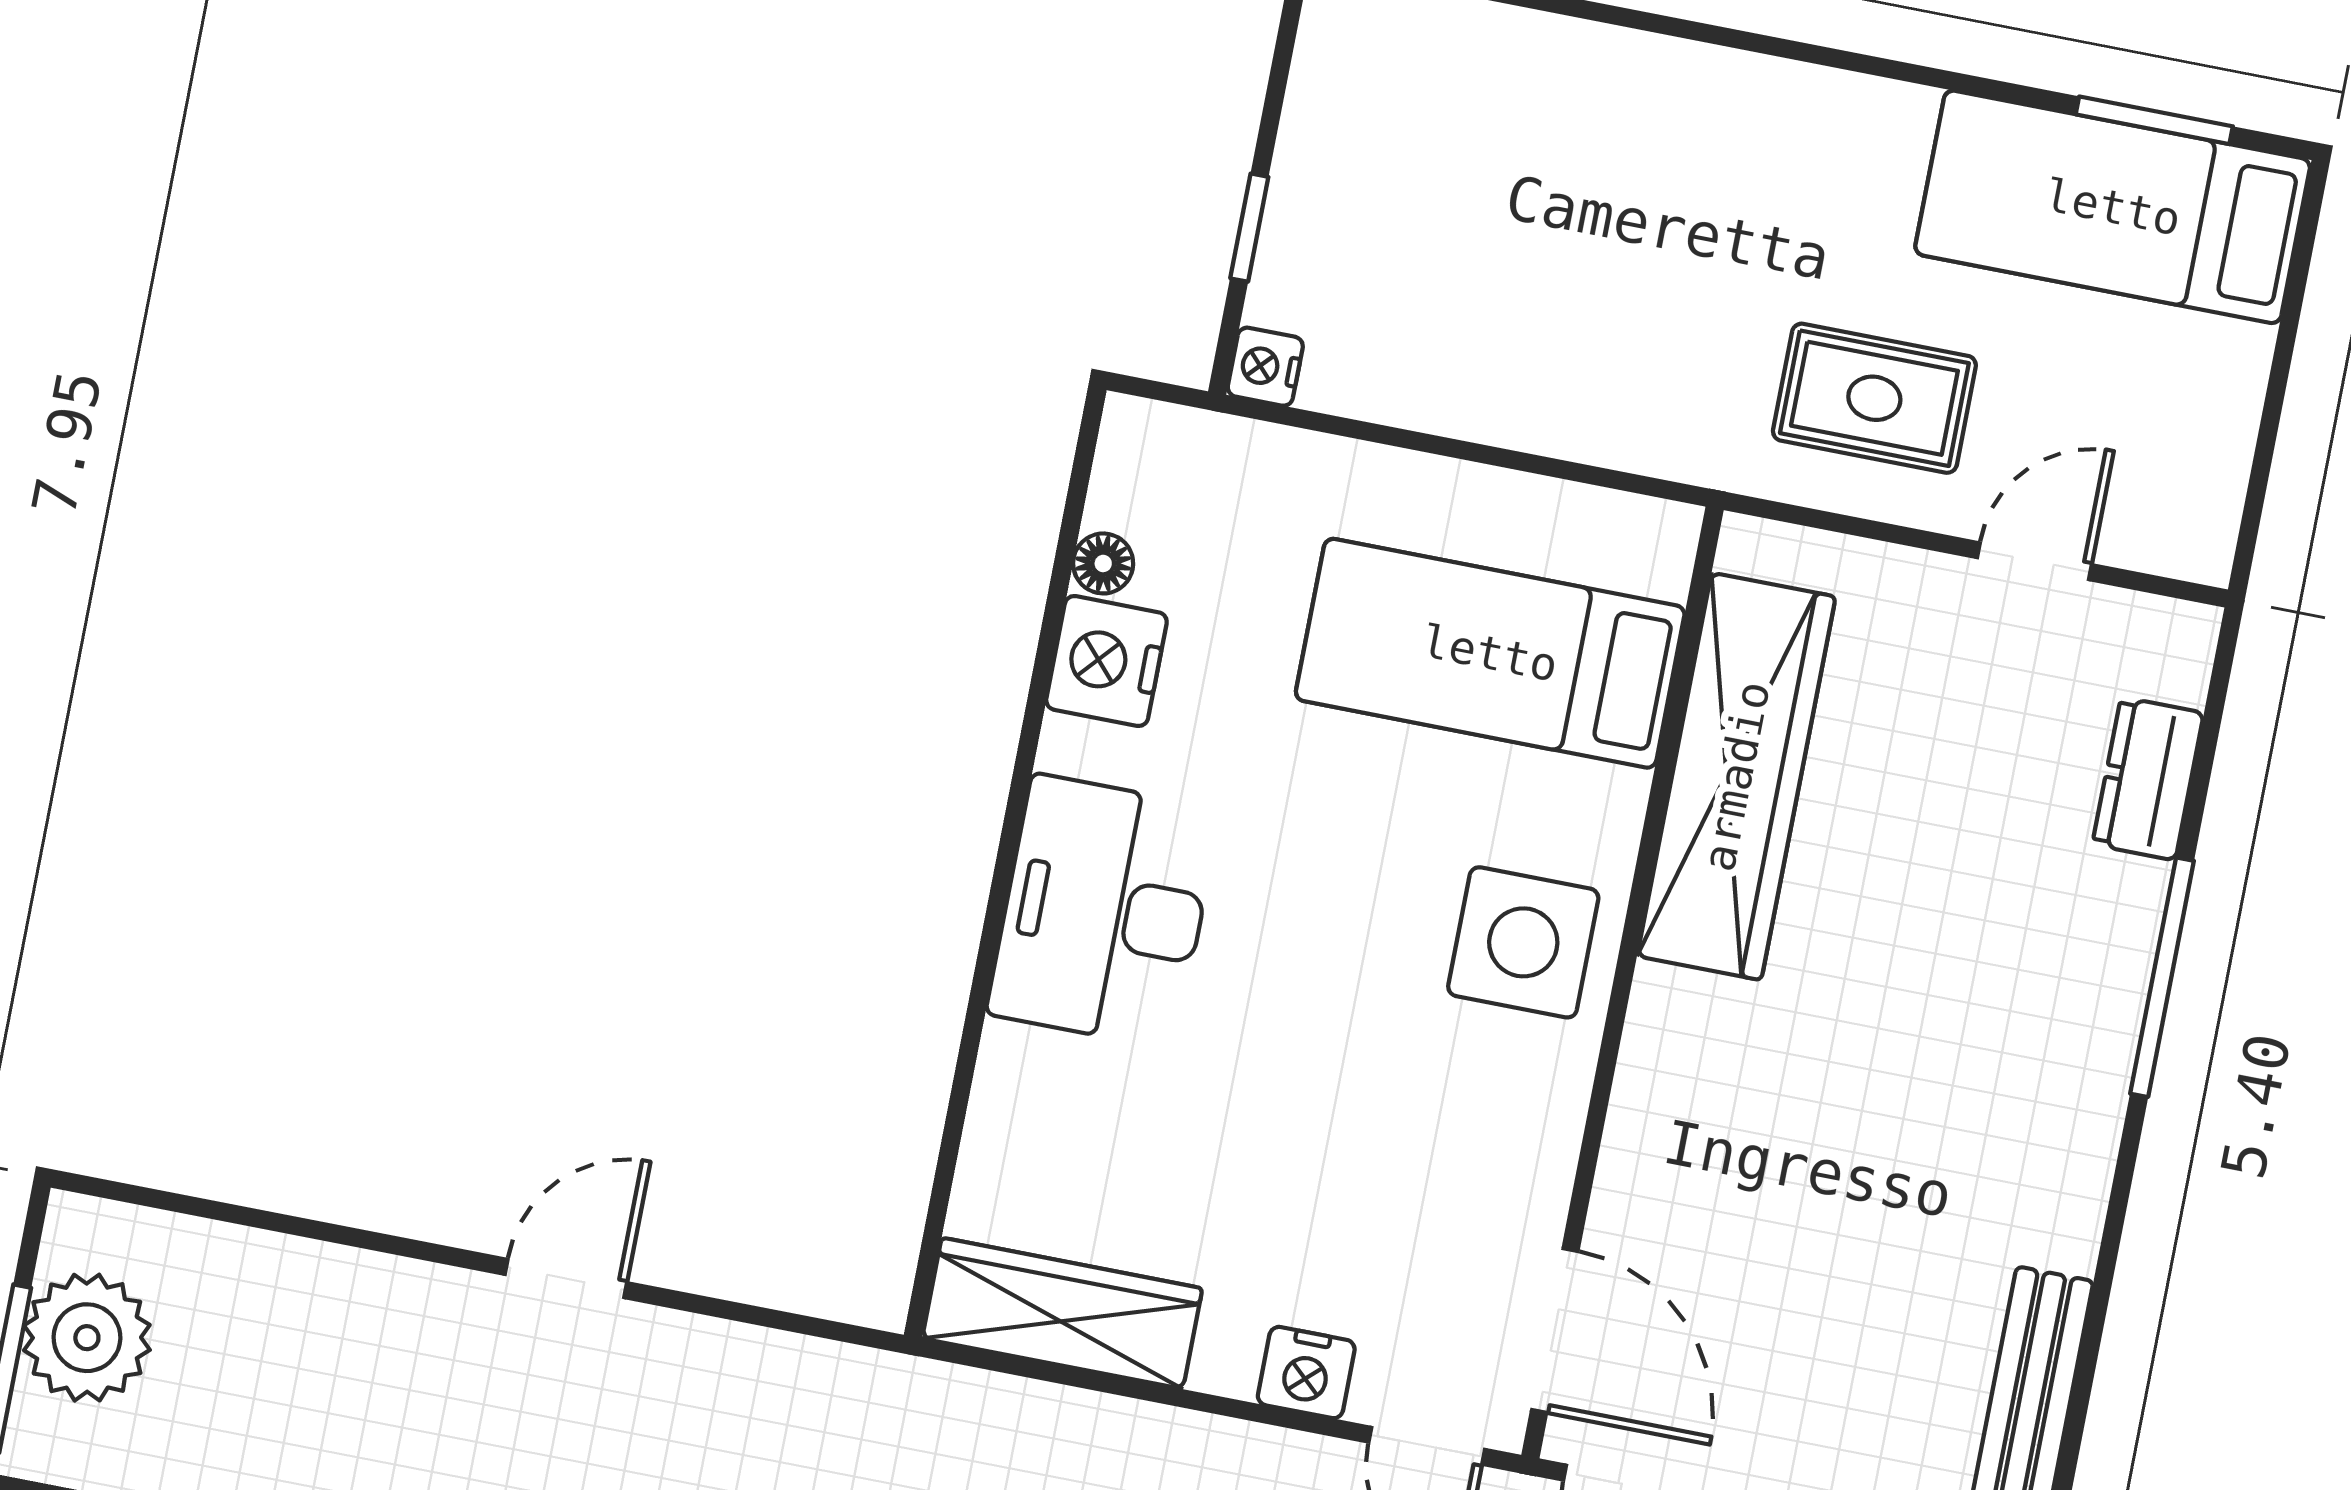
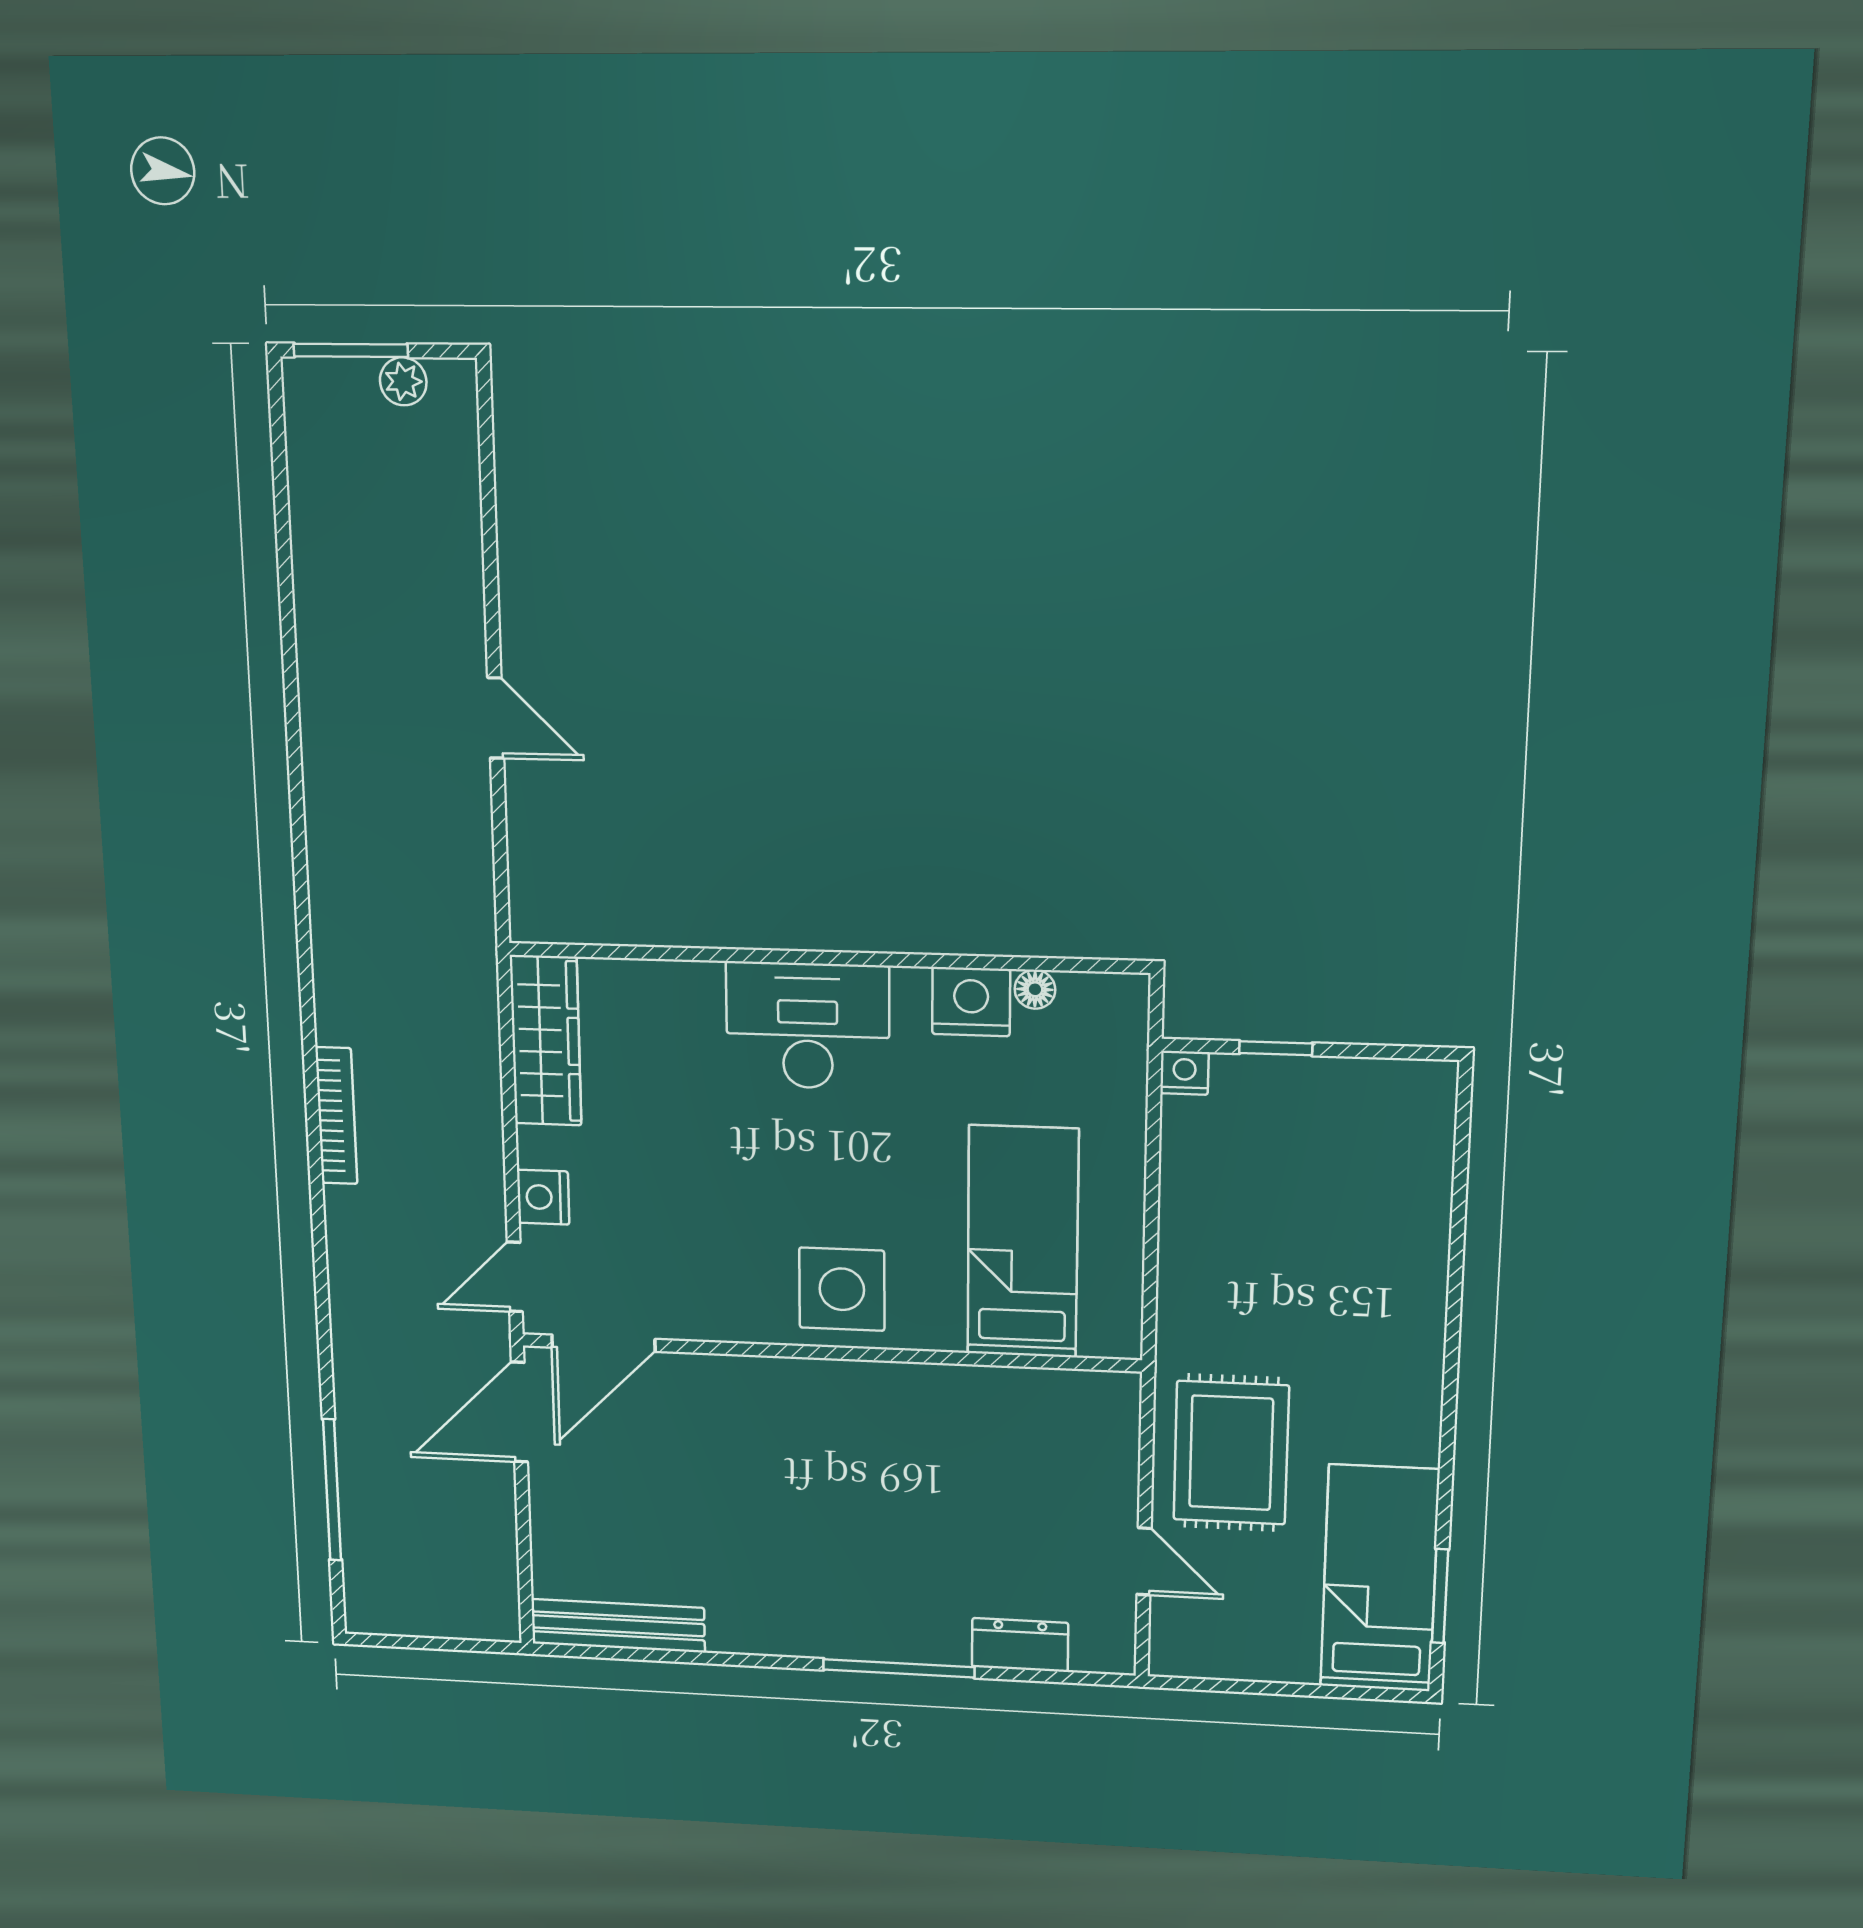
rug: (1874, 398) -> (1231, 1453), width x1.36, depth x1.43
wardrobe: (1736, 776) -> (973, 1403), removed
plant: (87, 1338) -> (403, 381), width x0.53, depth x0.53

